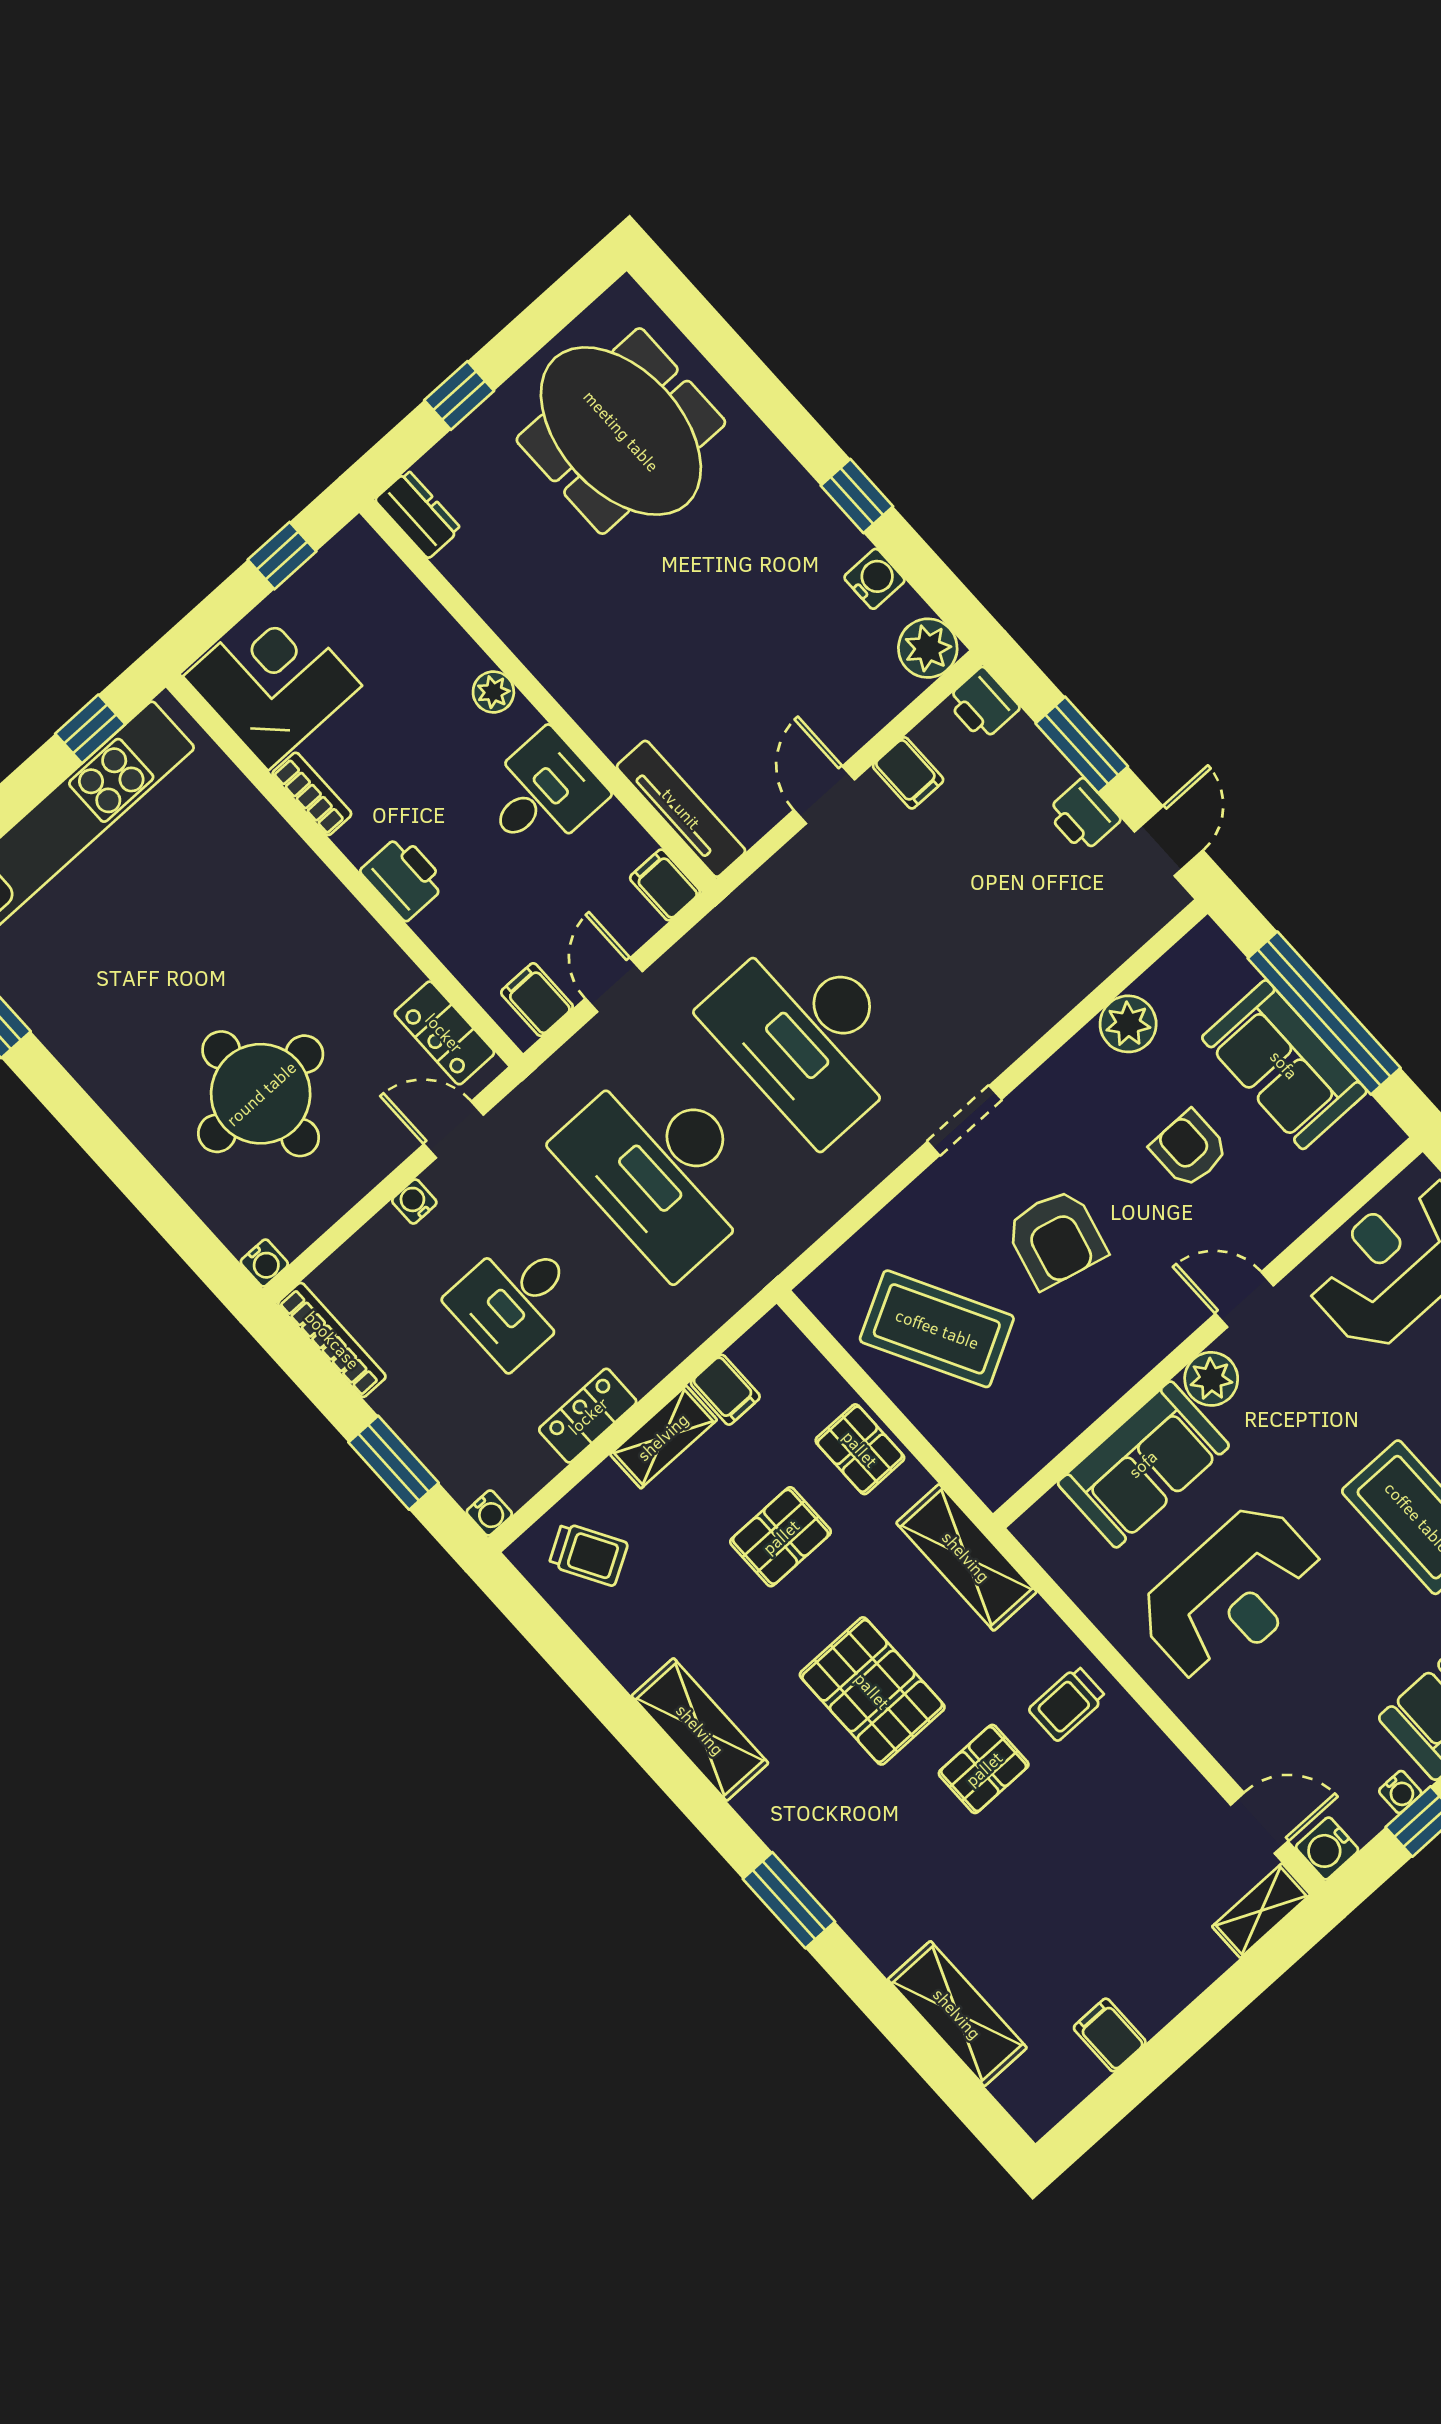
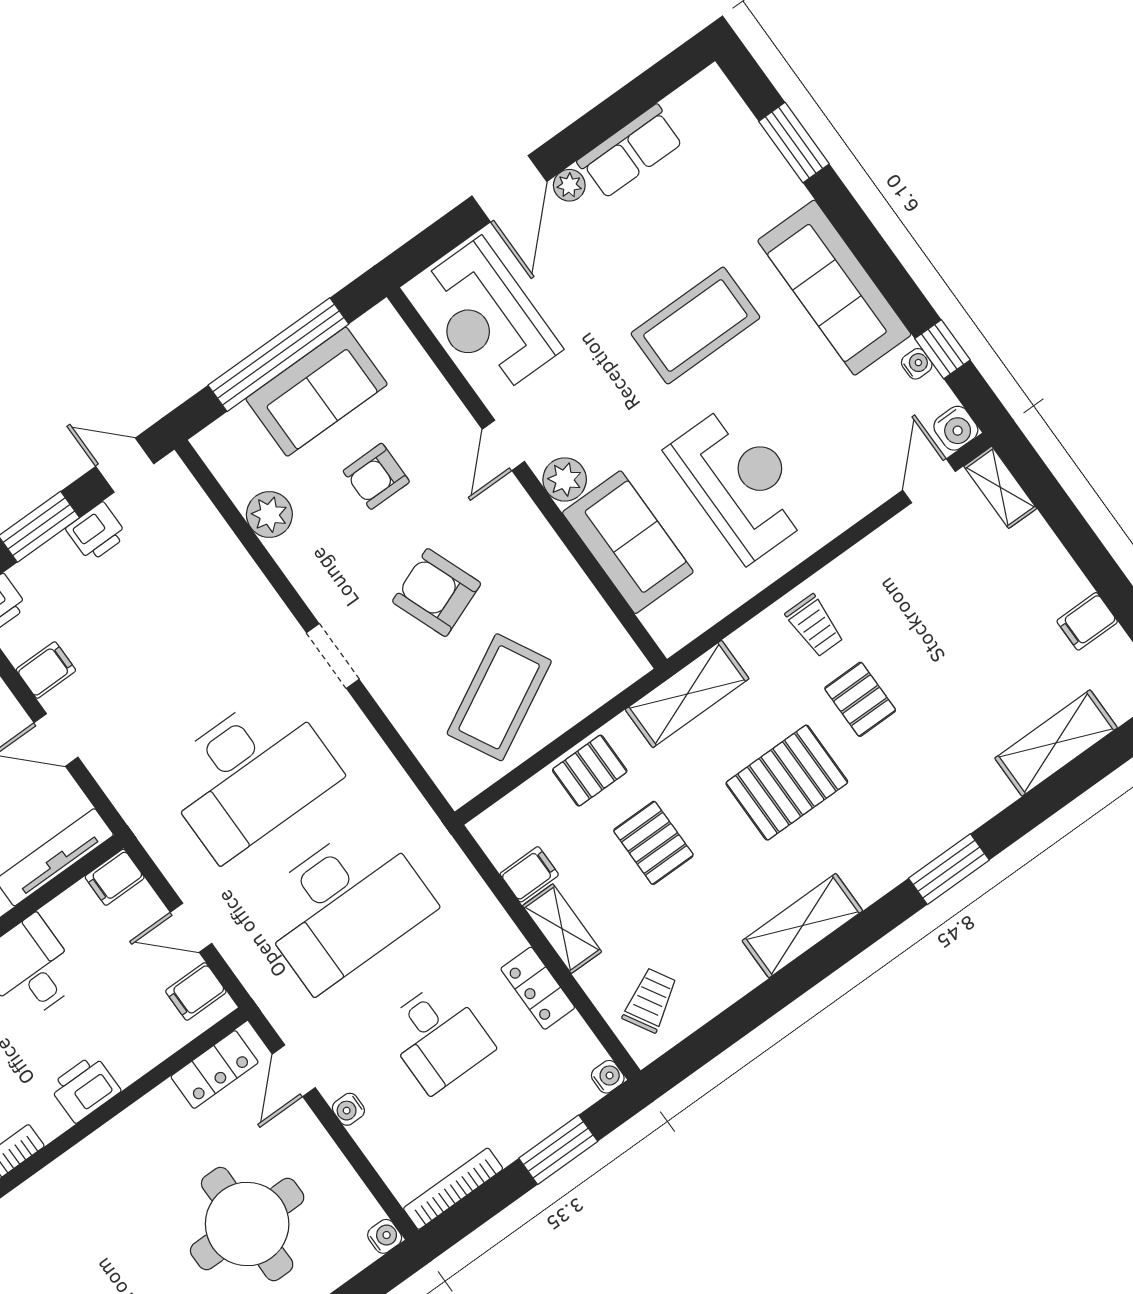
armchair: (1056, 1238) -> (437, 593), turned -125

